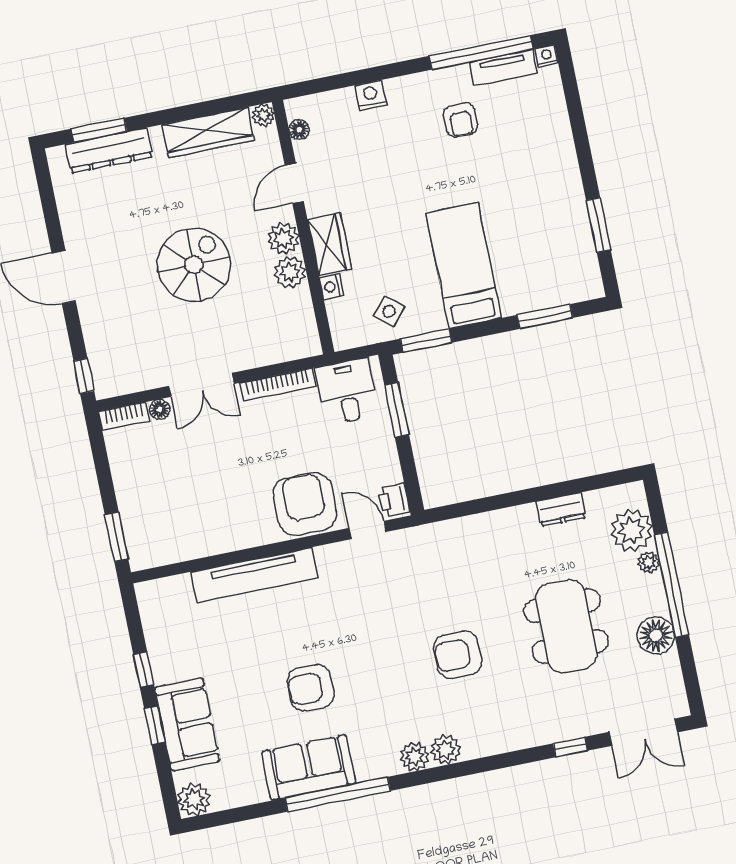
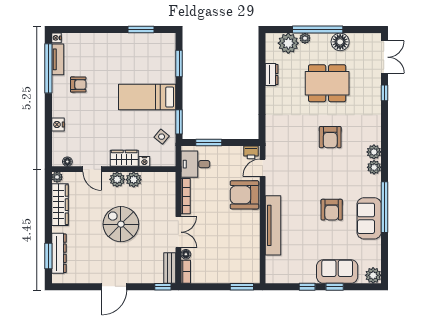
bench: (125, 382) -> (170, 268), added

